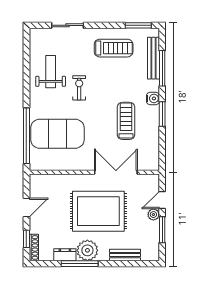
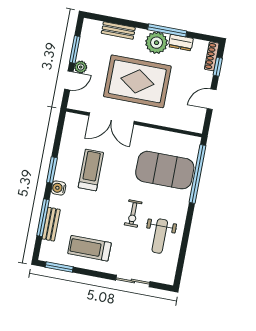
bench: (153, 58) -> (51, 224), width x0.73
treadmill: (126, 121) -> (91, 170), turned 180

